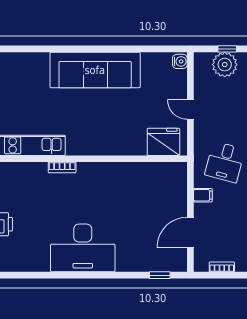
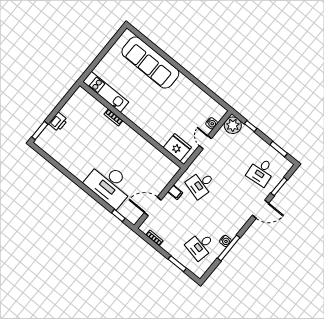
water cooler: (180, 61) -> (212, 123), moved
plant: (225, 65) -> (233, 125), moved
sofa: (95, 70) -> (150, 63), moved
desk: (83, 248) -> (109, 184), moved

